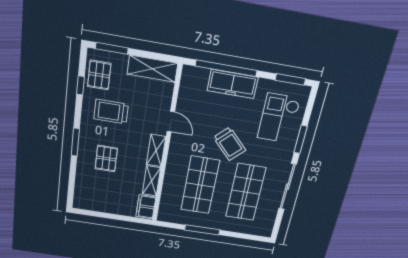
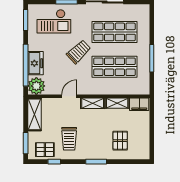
plant: (193, 79) -> (36, 86), added
freezer: (233, 84) -> (35, 63), width x0.71
pallet: (106, 158) -> (120, 141), moved, turned 90

